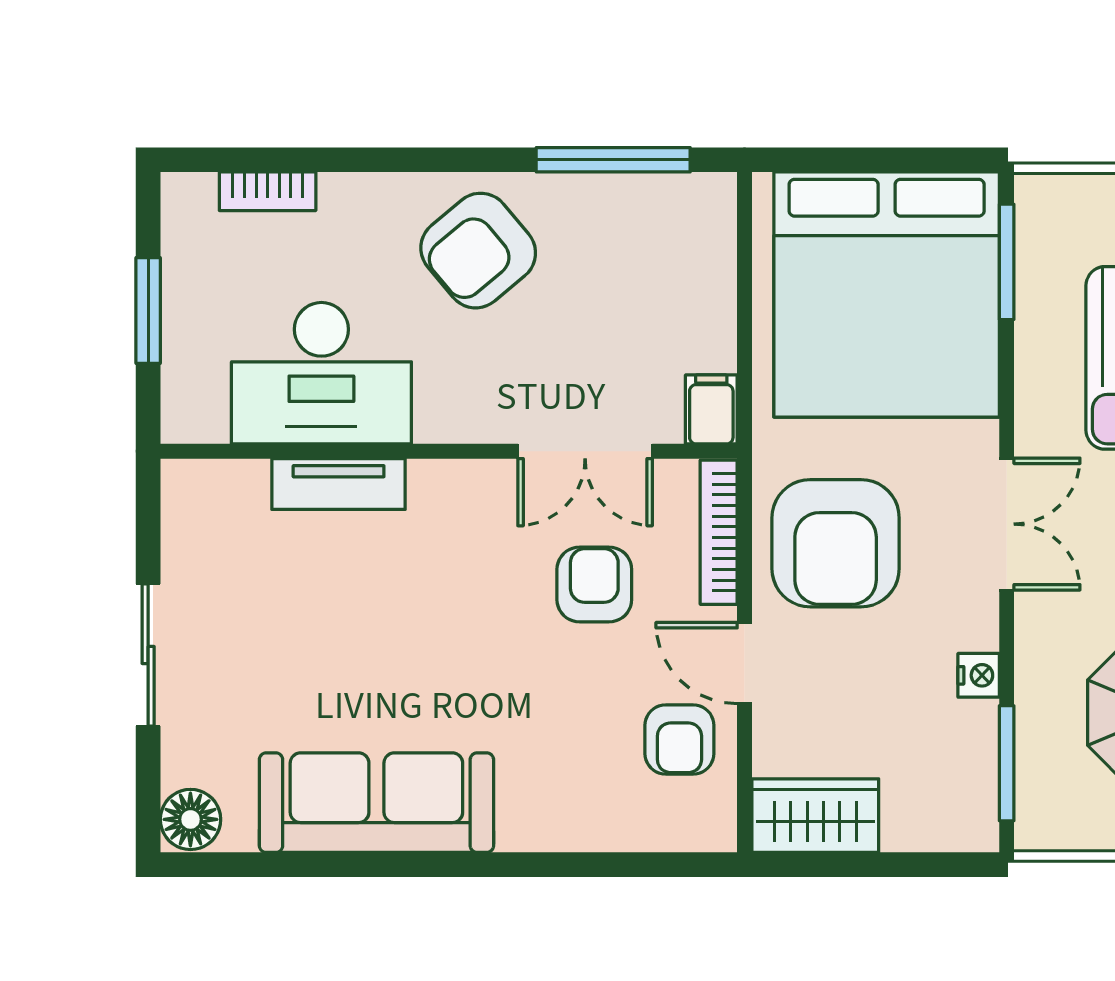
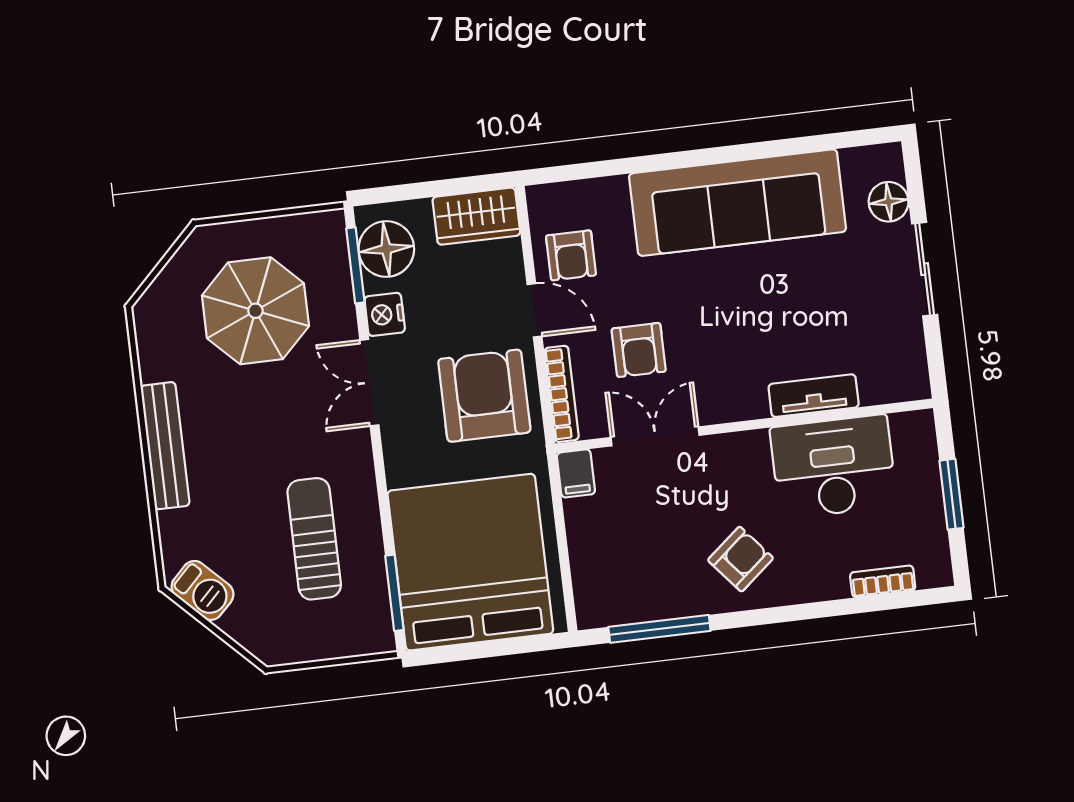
armchair: (478, 251) -> (741, 559), width x0.72, depth x0.72
double door: (1007, 524) -> (369, 383), moved
nightstand: (979, 675) -> (385, 314), width x1.39, depth x1.35
armchair: (679, 739) -> (571, 255), turned 180
floor lamp: (957, 782) -> (386, 249), added
sofa: (376, 803) -> (738, 203), width x1.36, depth x1.27
floor lamp: (190, 819) -> (889, 202), moved

